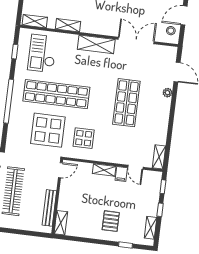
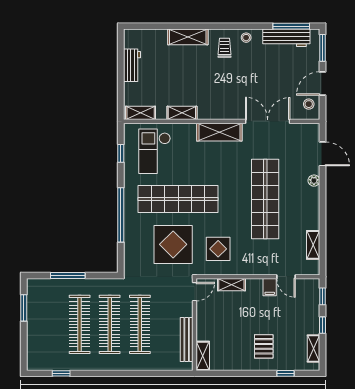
shop shelf: (126, 103) -> (265, 199), width x1.40
shelving: (159, 157) -> (313, 245), moved
shelving: (104, 170) -> (231, 285), moved

